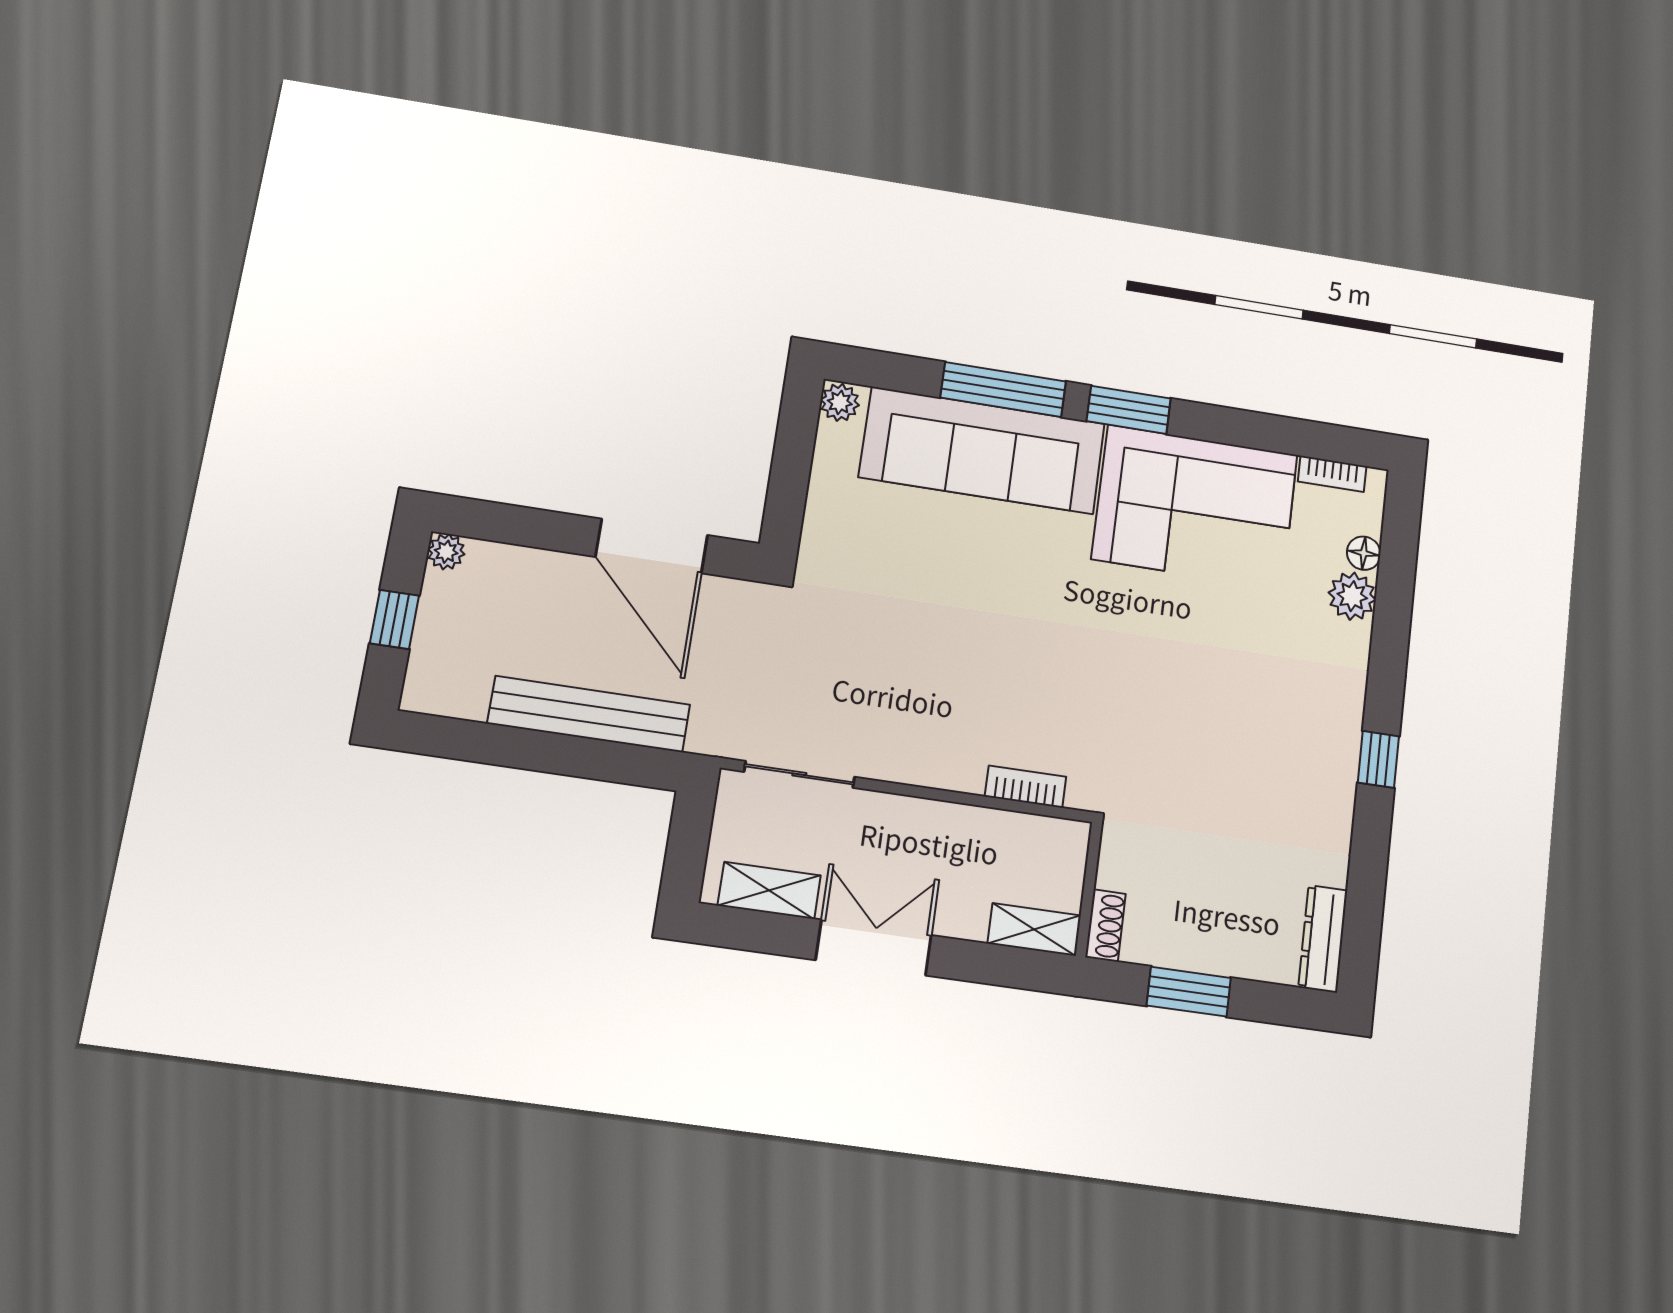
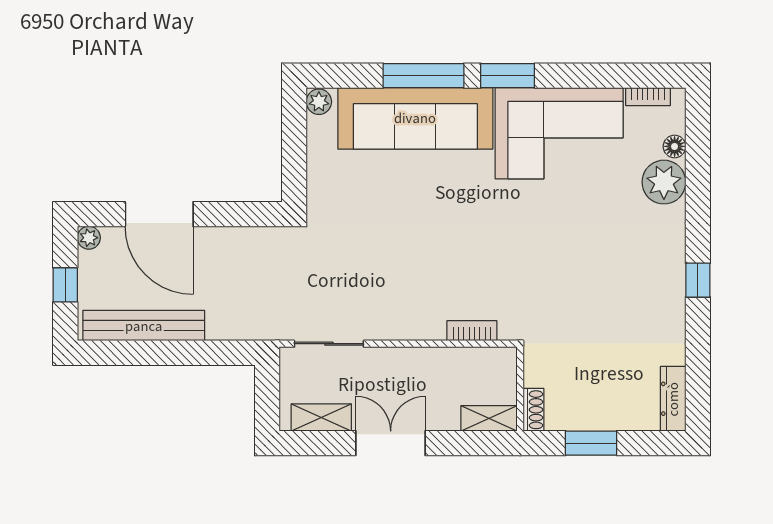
door: (652, 546) -> (159, 214), moved
plant: (1352, 596) -> (664, 182), width x1.36, depth x1.36
bench: (589, 714) -> (144, 326), moved

